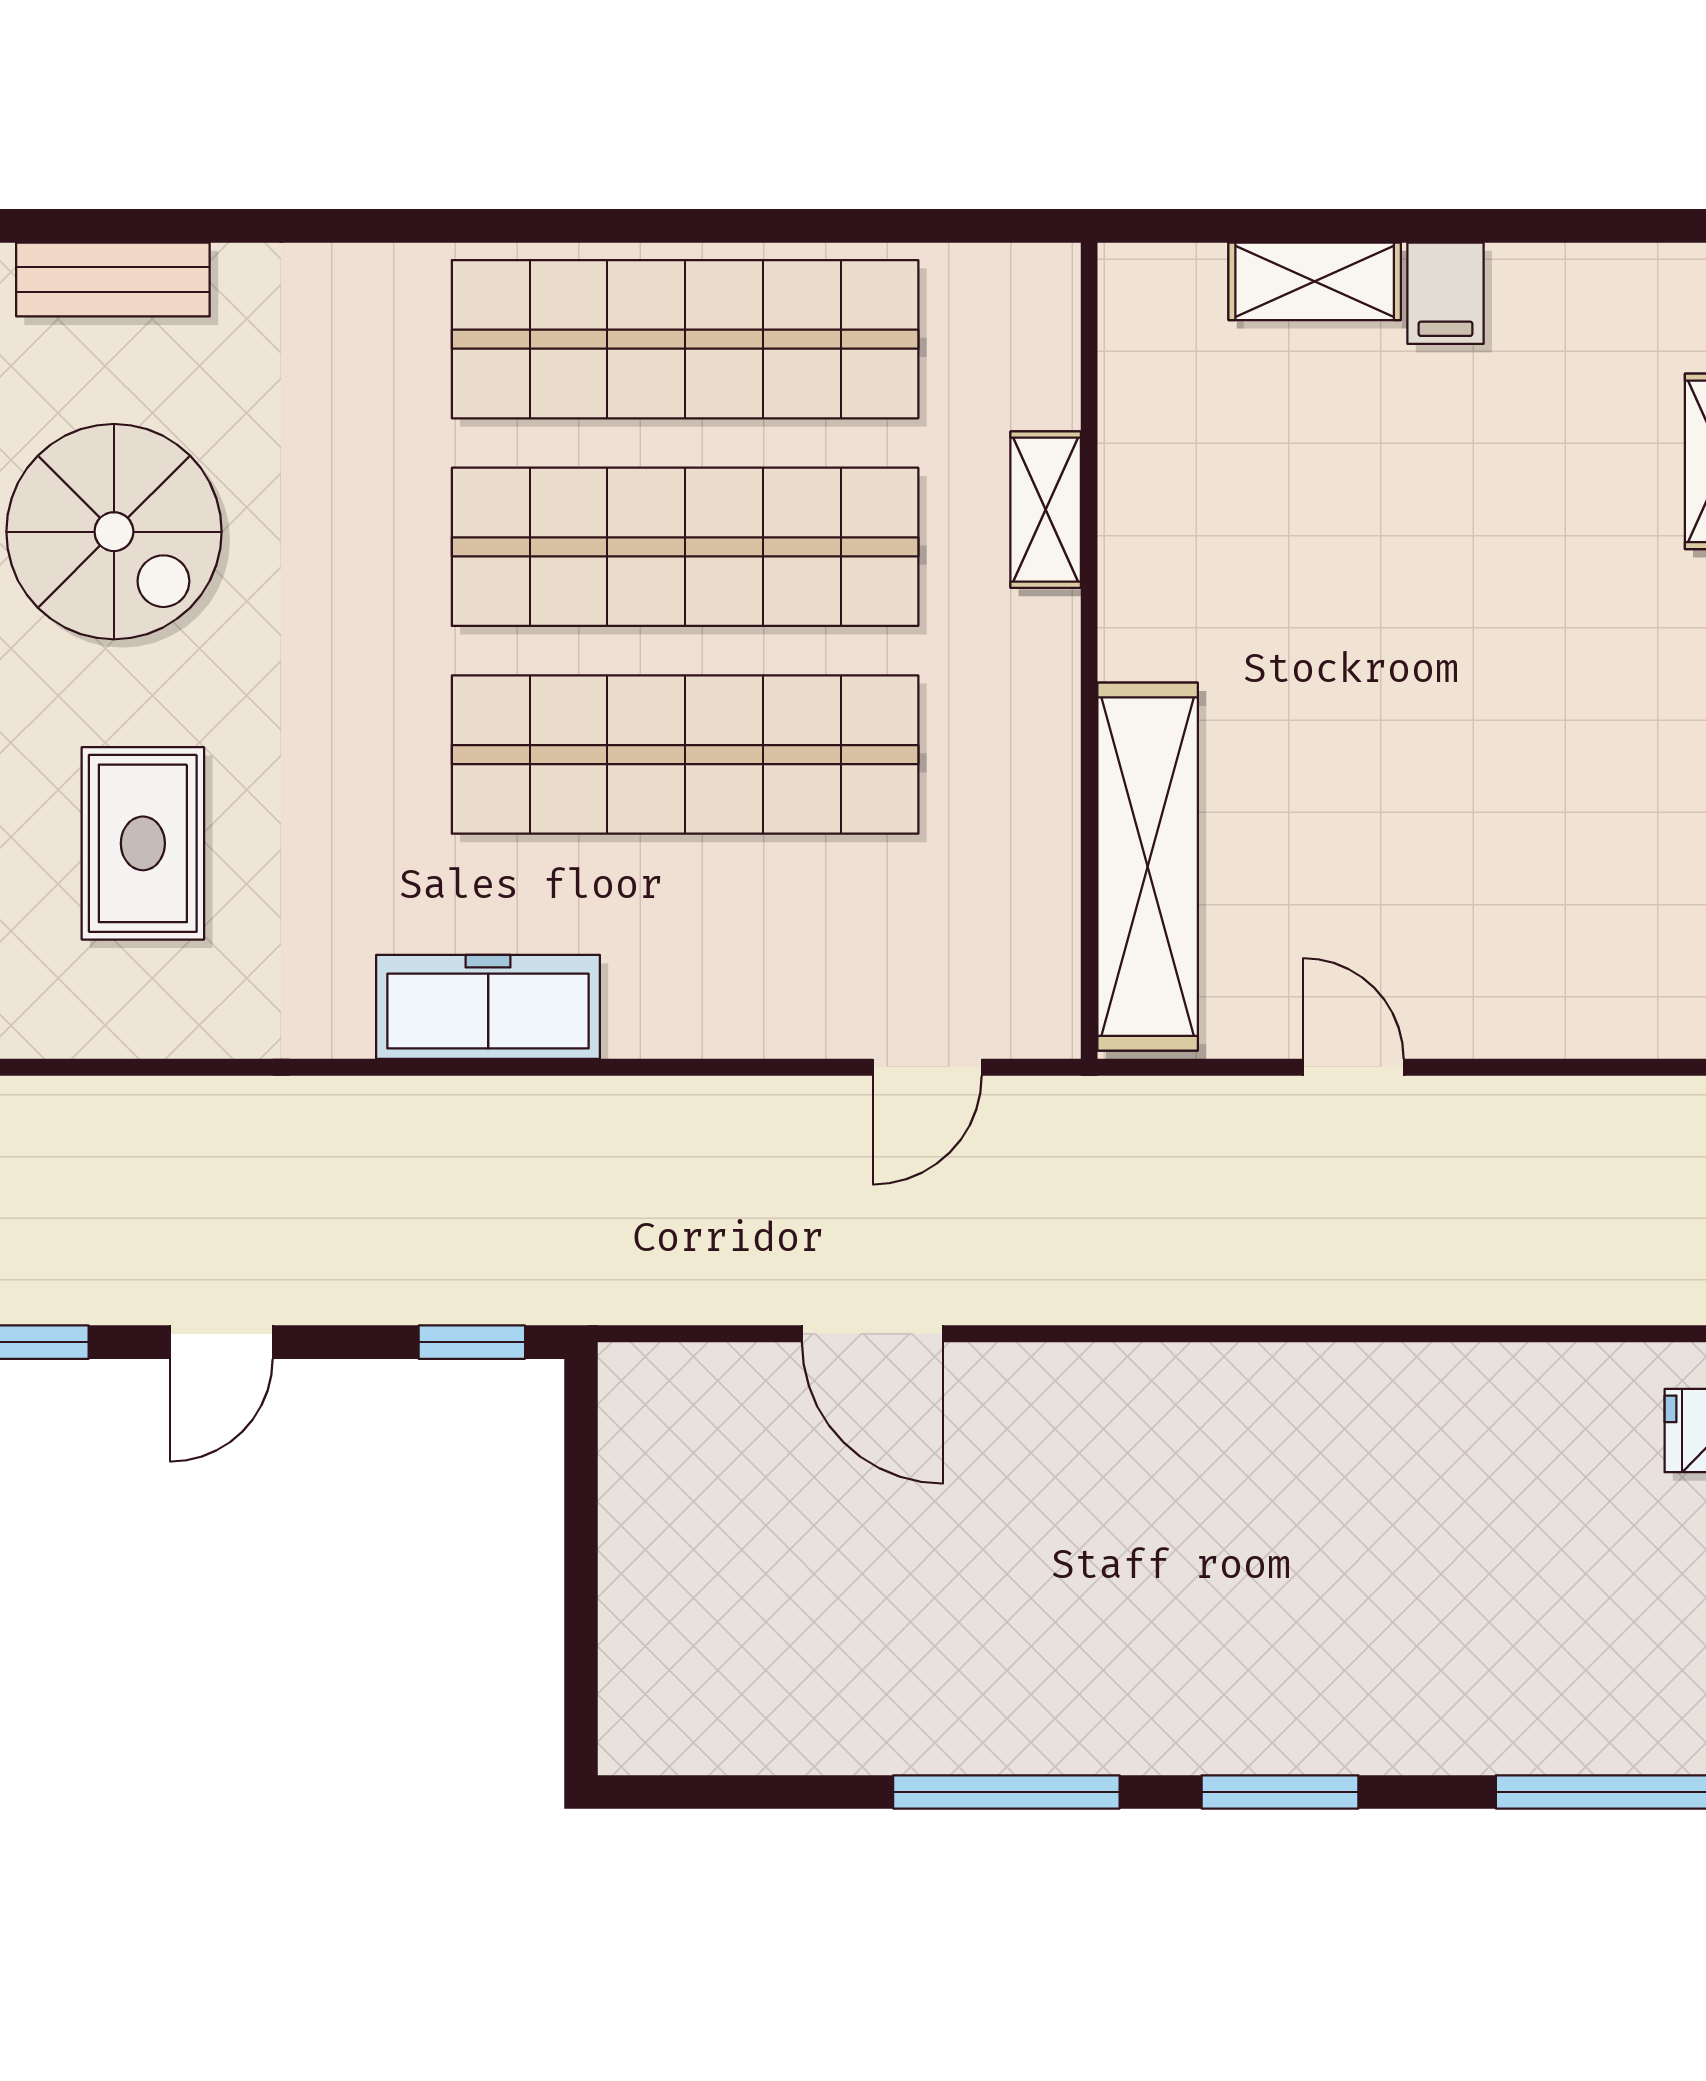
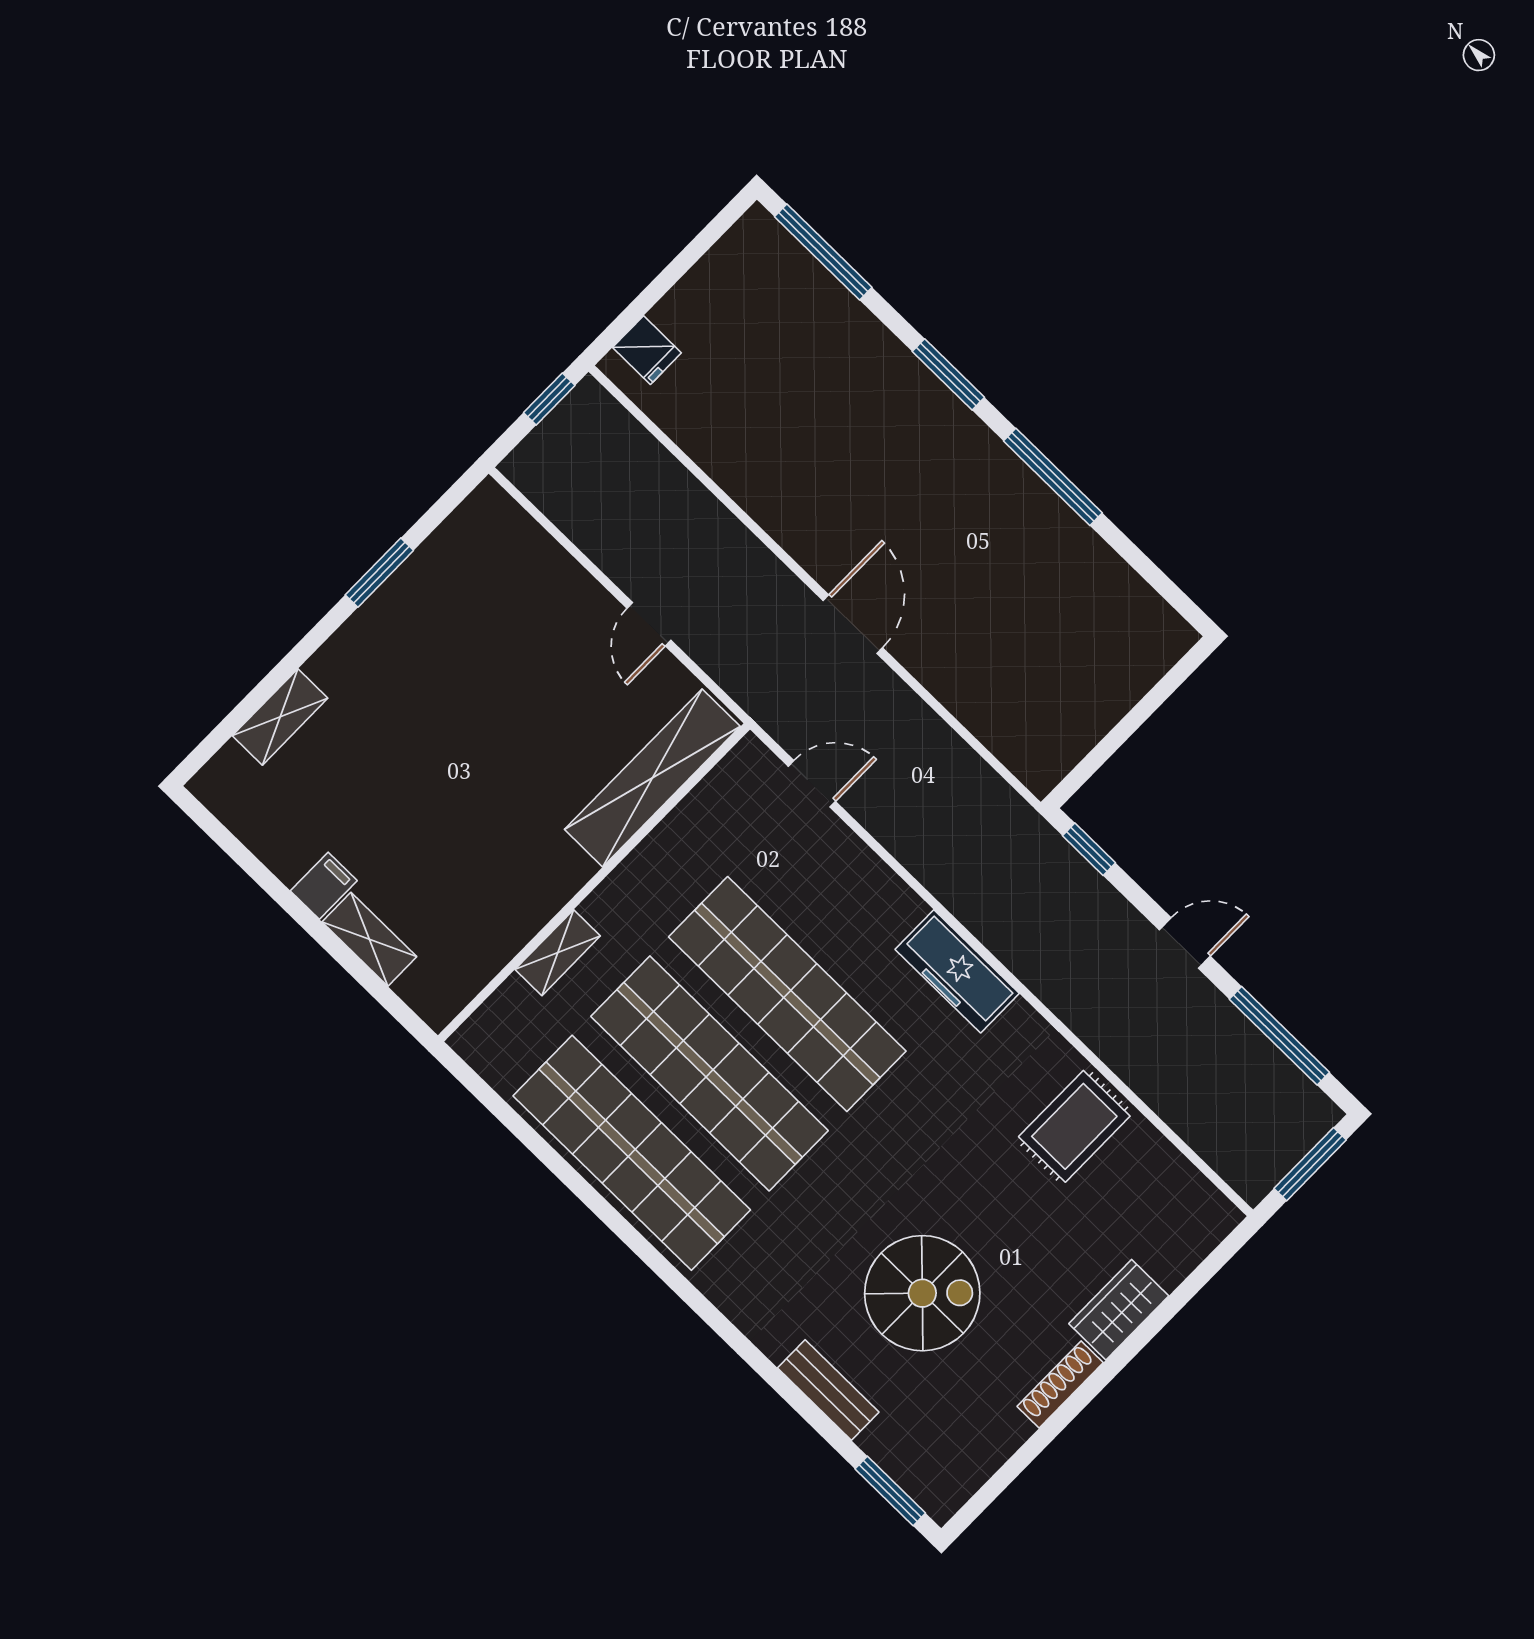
spiral stairs: (114, 532) -> (922, 1293), turned 90
rug: (143, 843) -> (1074, 1126), moved
door: (873, 1334) -> (853, 624), moved

